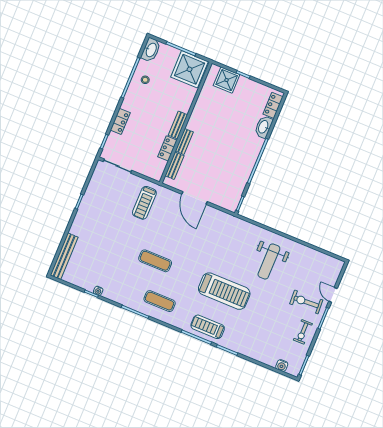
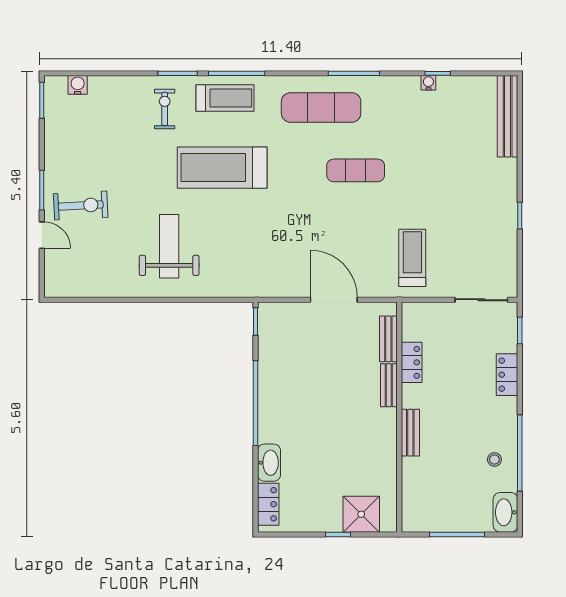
shower: (190, 69) -> (429, 507), removed
bench: (178, 125) -> (410, 433), moved
exercise mat: (160, 301) -> (321, 107), width x1.36, depth x1.45
exercise bike: (303, 332) -> (165, 109), moved

